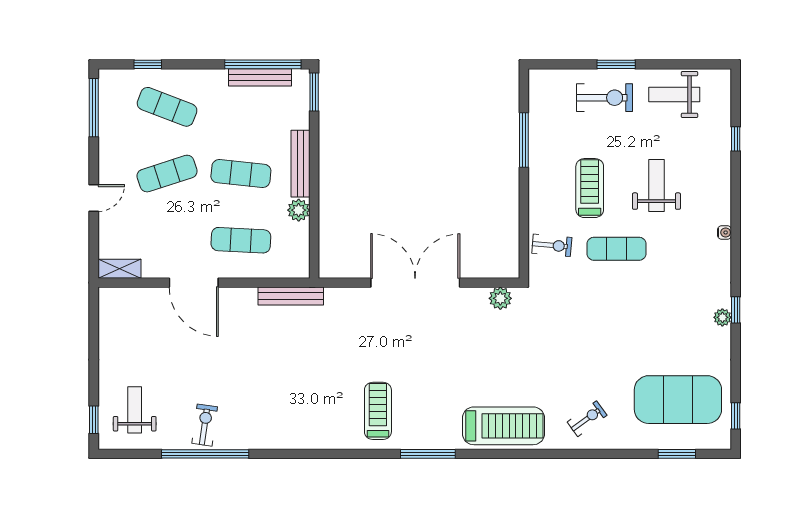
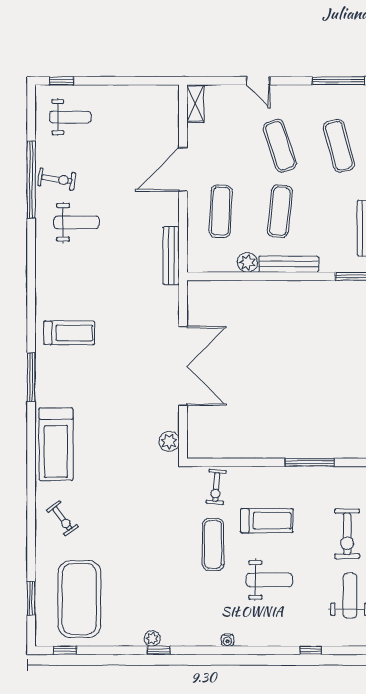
exercise mat: (167, 107) -> (339, 146), turned -36
weight bench: (253, 403) -> (77, 222), added

